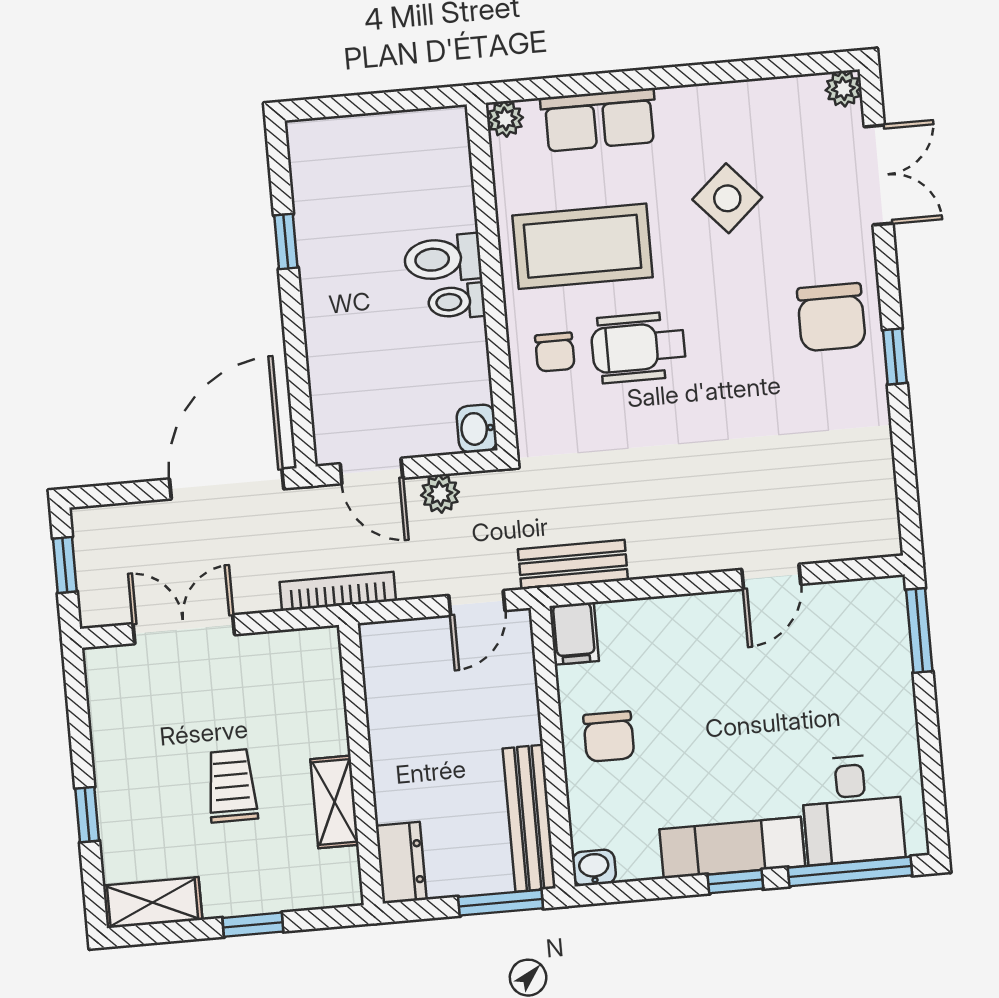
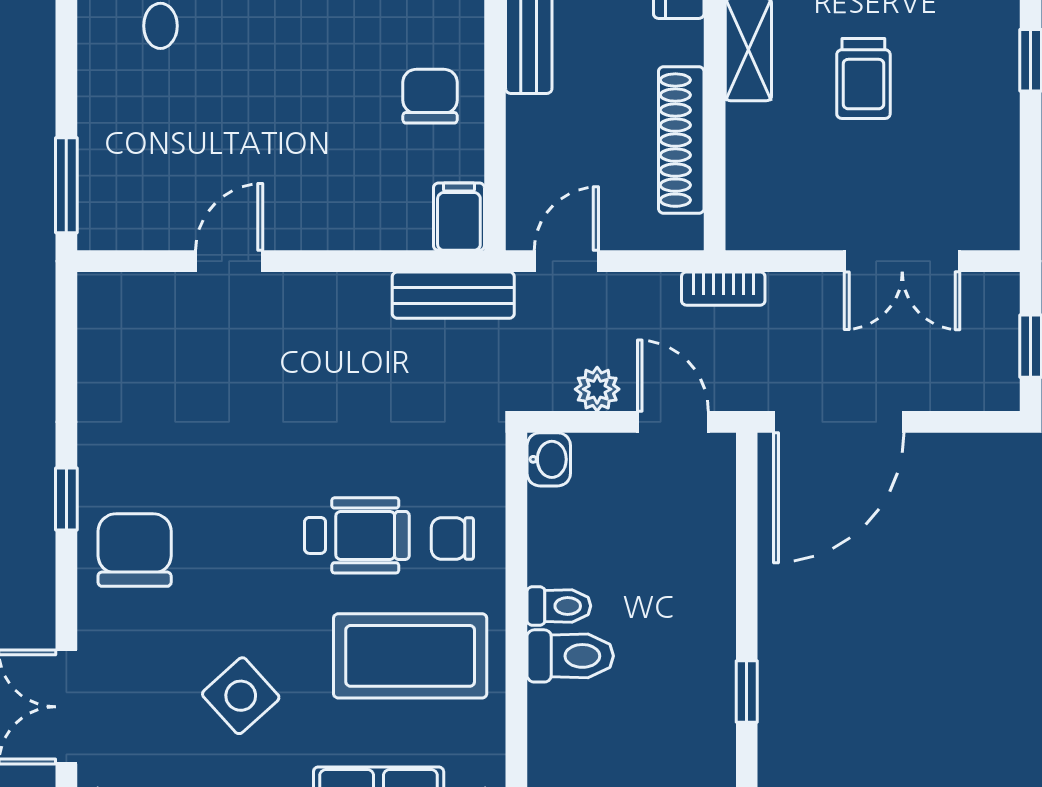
chair: (555, 352) -> (452, 538), turned -90
bookcase: (338, 591) -> (723, 289), width x0.64
shoe rack: (386, 718) -> (681, 140), added

